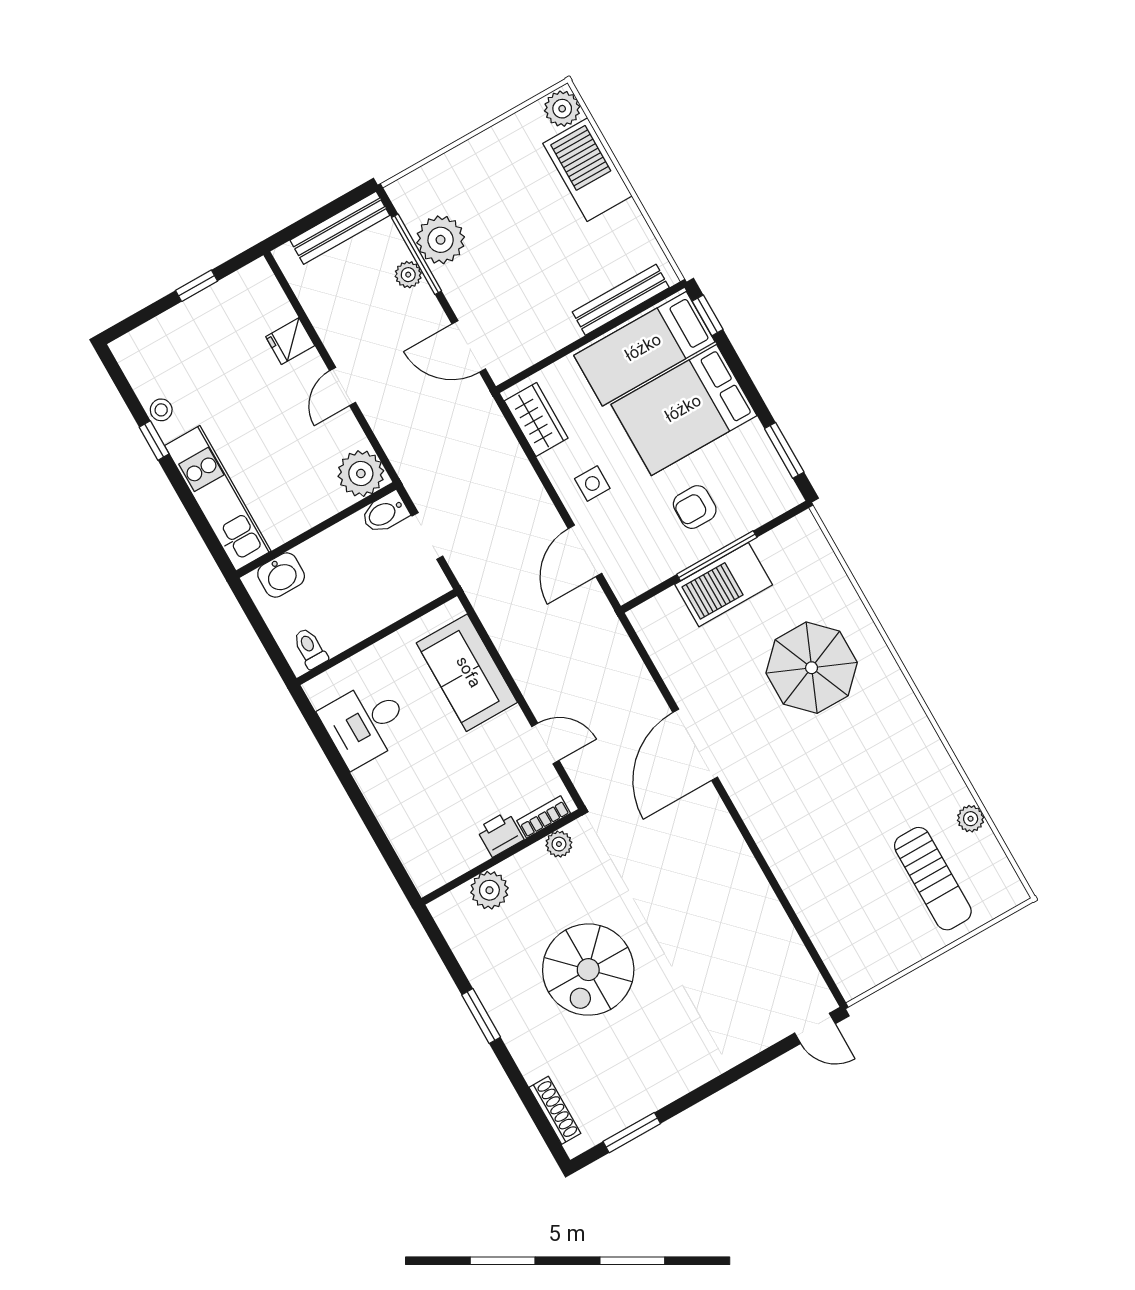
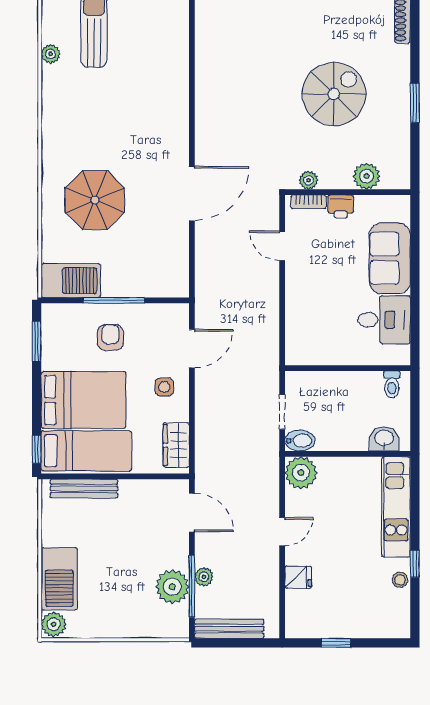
armchair: (695, 507) -> (110, 338), turned -90
barbecue: (724, 585) -> (71, 281), moved
sofa: (467, 673) -> (390, 258), moved, turned 180

